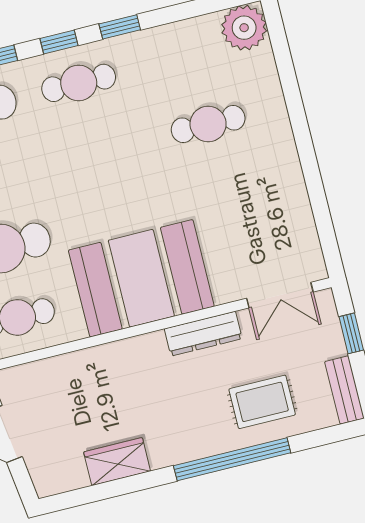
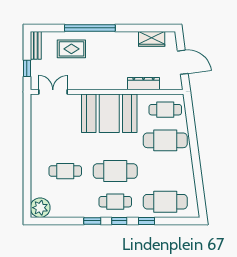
cafe table: (96, 152) -> (115, 171), added
dresser: (203, 334) -> (143, 84), moved
wardrobe: (117, 462) -> (152, 39), moved

